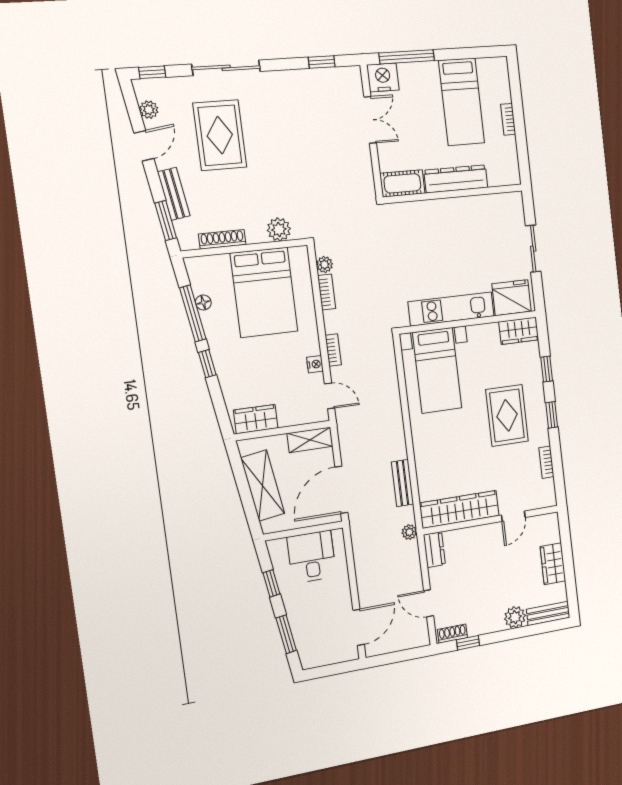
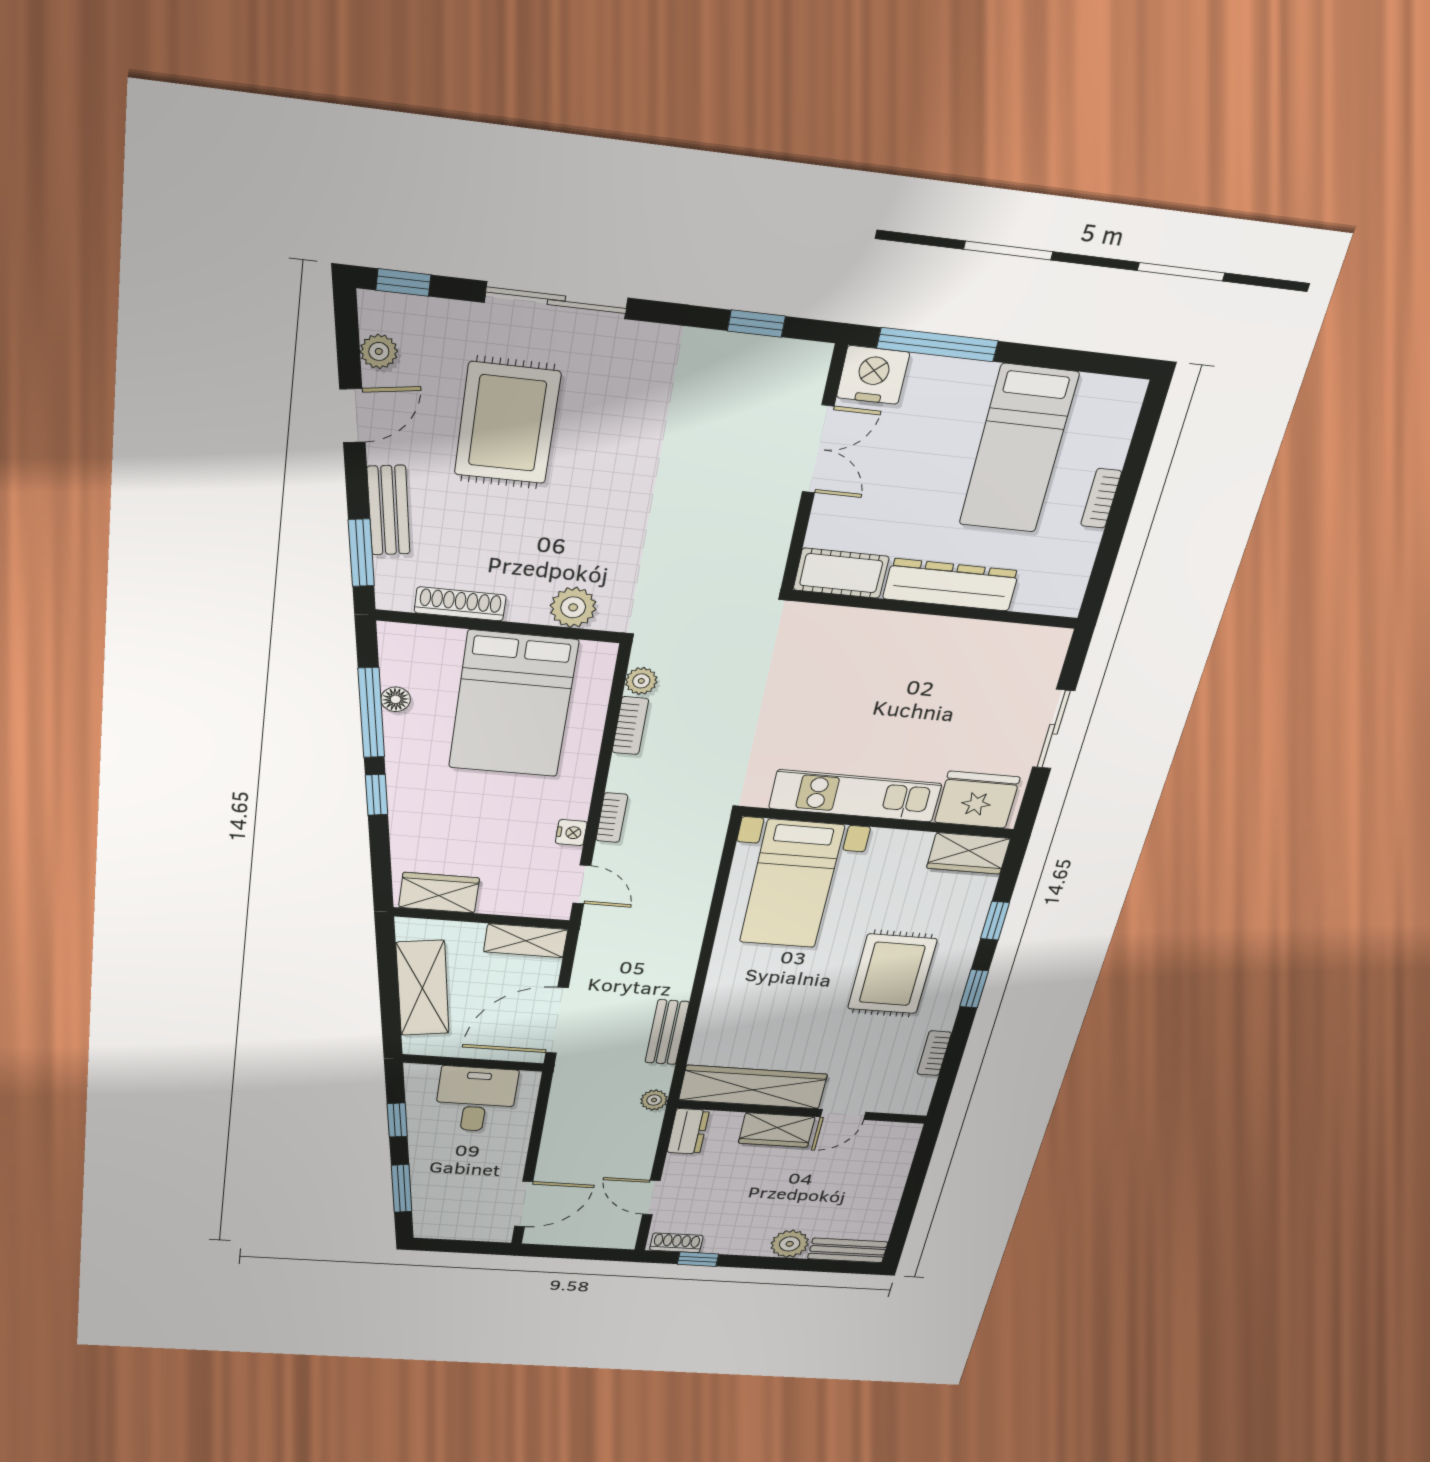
wardrobe: (553, 564) -> (777, 1130), moved, turned -90

